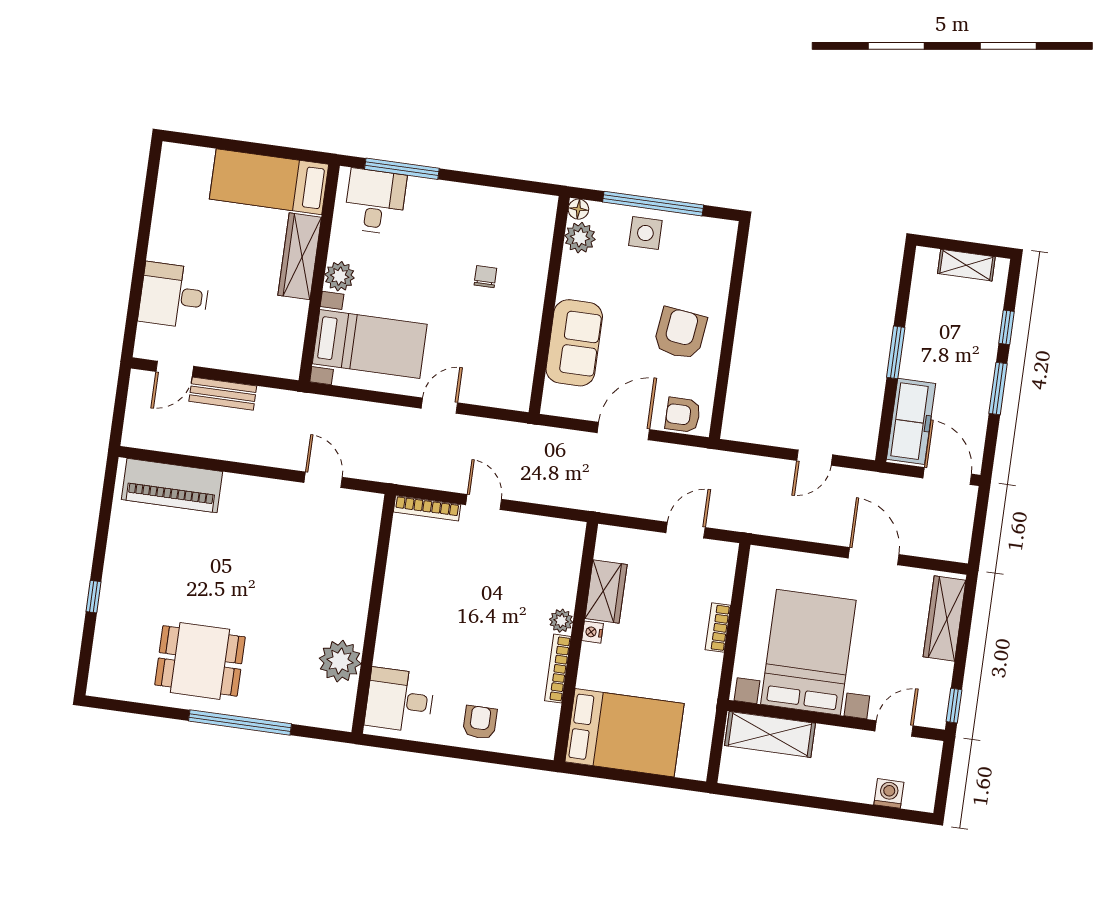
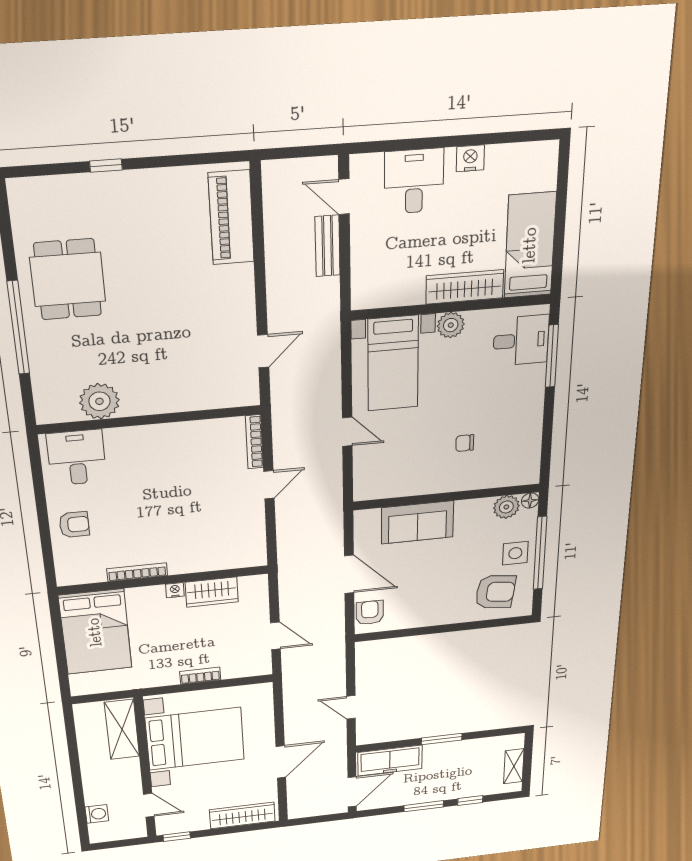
nightstand: (163, 235) -> (470, 158), added
chair: (485, 277) -> (465, 443), turned 180
armchair: (680, 333) -> (495, 592), moved
plant: (561, 621) -> (179, 565), removed

